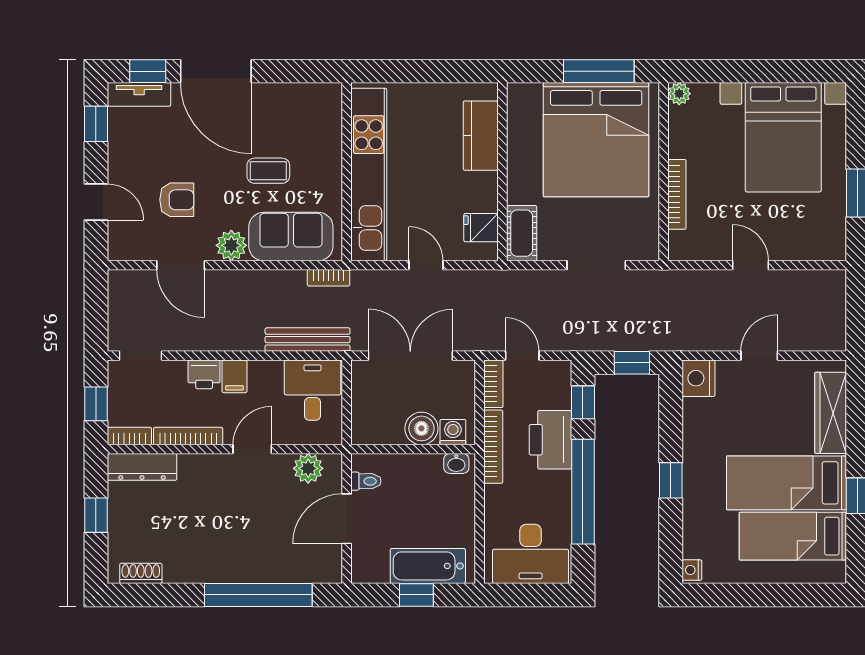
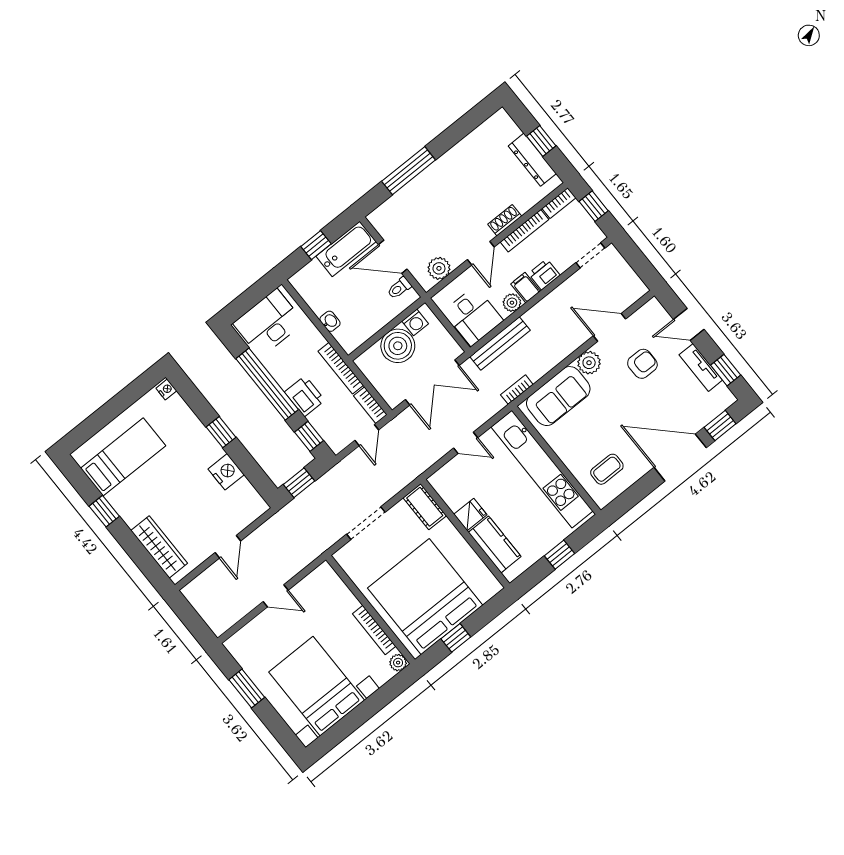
window: (422, 71) -> (559, 555), added
window: (599, 71) -> (456, 638), width x0.46
tv unit: (139, 94) -> (701, 367), moved, turned -90
coffee table: (268, 171) -> (607, 469), moved
bookcase: (677, 194) -> (374, 630), moved
armchair: (177, 200) -> (642, 364), turned 180
fridge: (481, 228) -> (470, 515), moved
door: (522, 356) -> (367, 435), hinge flipped
plant: (261, 372) -> (512, 303), added
nightstand: (699, 378) -> (226, 472), moved
boiler: (421, 428) -> (398, 346), width x1.37, depth x1.37
washing machine: (453, 432) -> (415, 322), moved
printer: (551, 440) -> (305, 396), width x0.73, depth x0.84
washbasin: (456, 463) -> (330, 321), moved, turned 90
dresser: (142, 467) -> (532, 160), moved, turned -90
bed: (786, 483) -> (152, 485), removed
door: (347, 519) -> (393, 257), swing flipped
bathtub: (428, 566) -> (346, 249), moved
shoe rack: (141, 573) -> (505, 220), moved, turned 180
window: (258, 595) -> (409, 171), width x0.68

